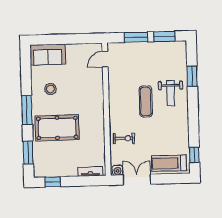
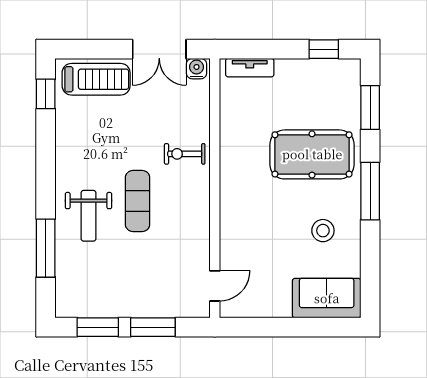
window: (192, 76) -> (46, 248), width x1.44
weight bench: (171, 93) -> (88, 216), turned 180
exercise bike: (124, 138) -> (185, 154), moved

